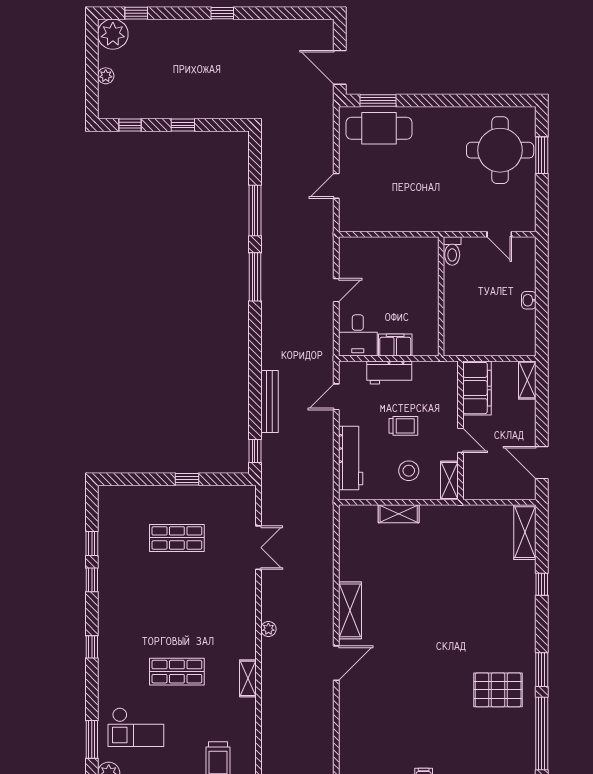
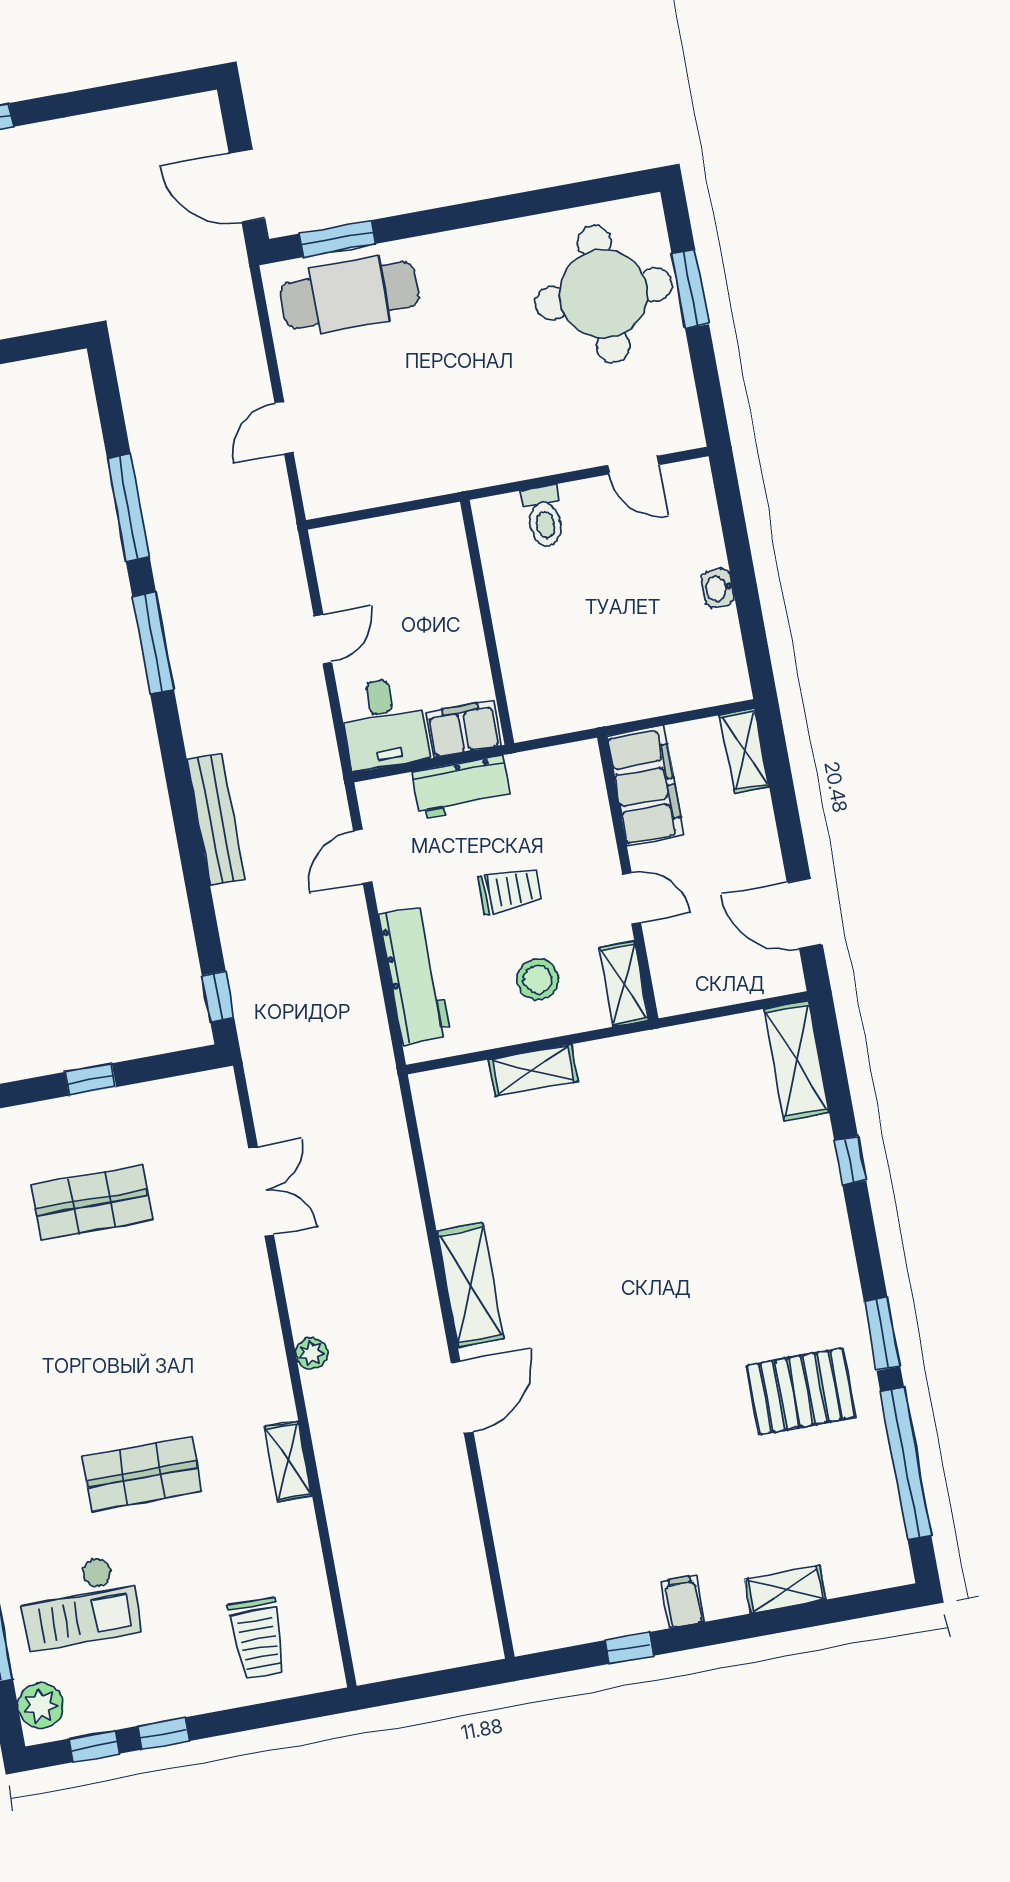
wall: (441, 296) -> (487, 622), moved
bench: (270, 402) -> (216, 819), moved

